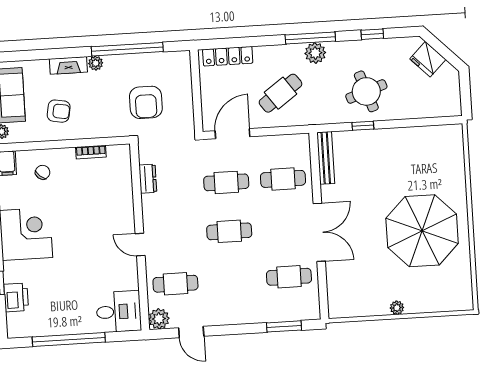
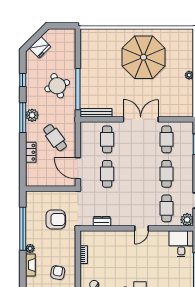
locker: (228, 56) -> (31, 152), moved, width x0.66
window: (363, 126) -> (78, 89), width x3.17
cafe table: (229, 231) -> (166, 174), moved

